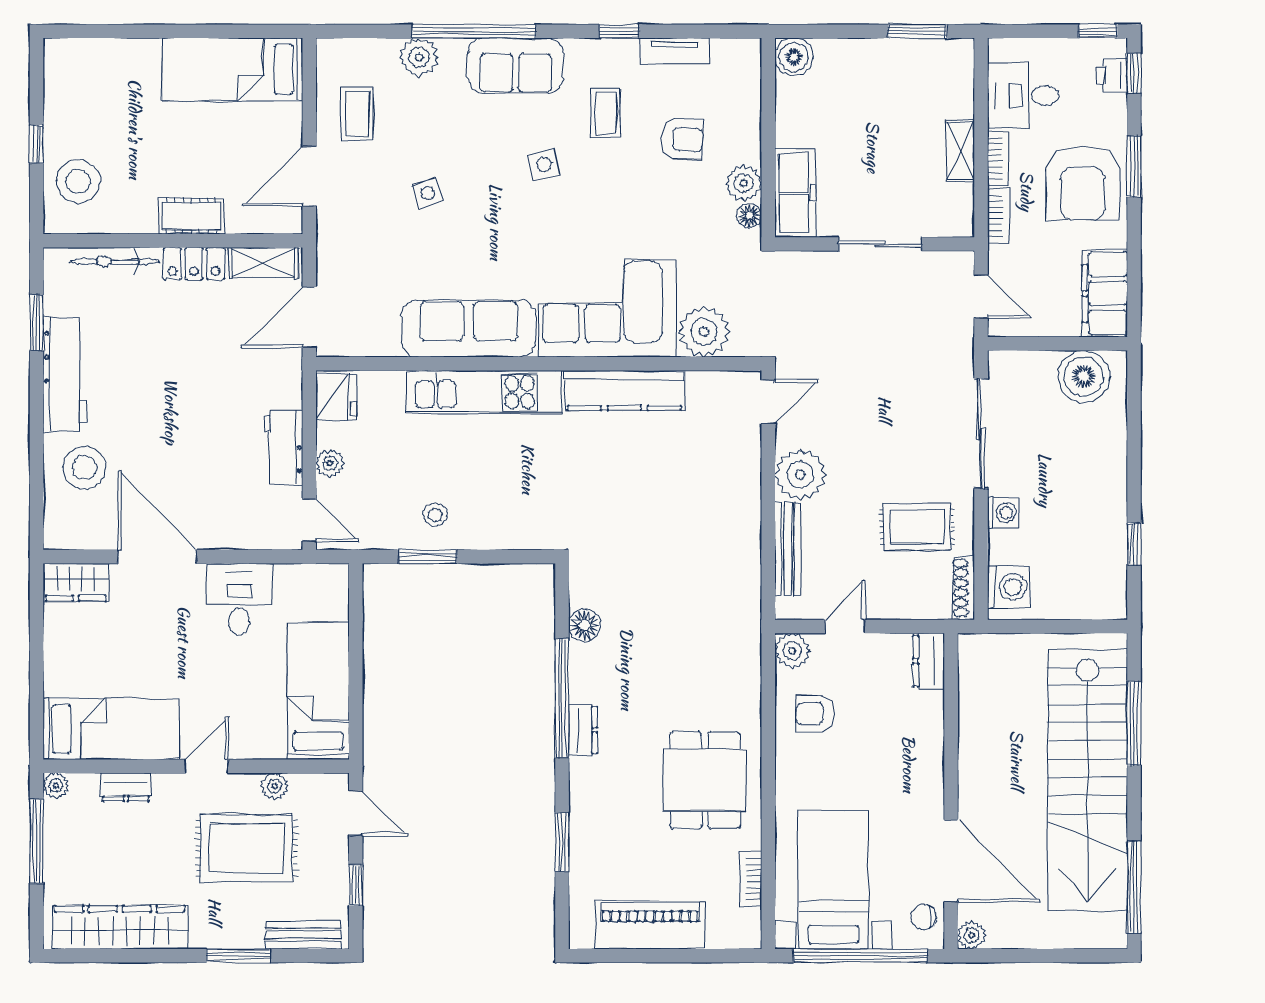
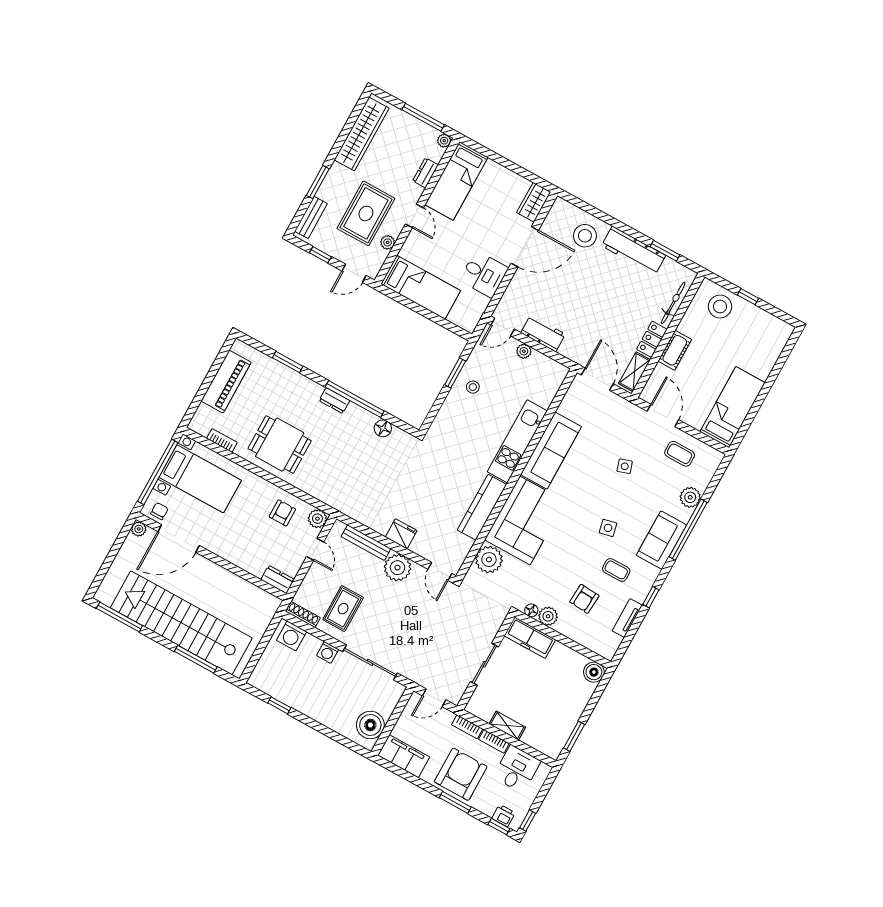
armchair: (1083, 183) -> (461, 774), turned 90
fridge: (336, 397) -> (401, 534), moved, turned 180

